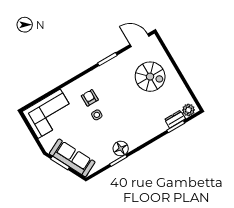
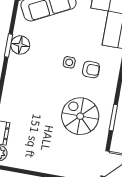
spiral stairs: (150, 77) -> (80, 116), moved, turned 90
floor lamp: (121, 148) -> (20, 45), moved

